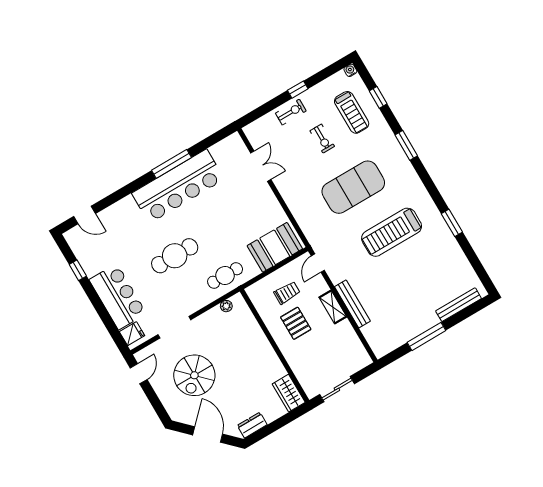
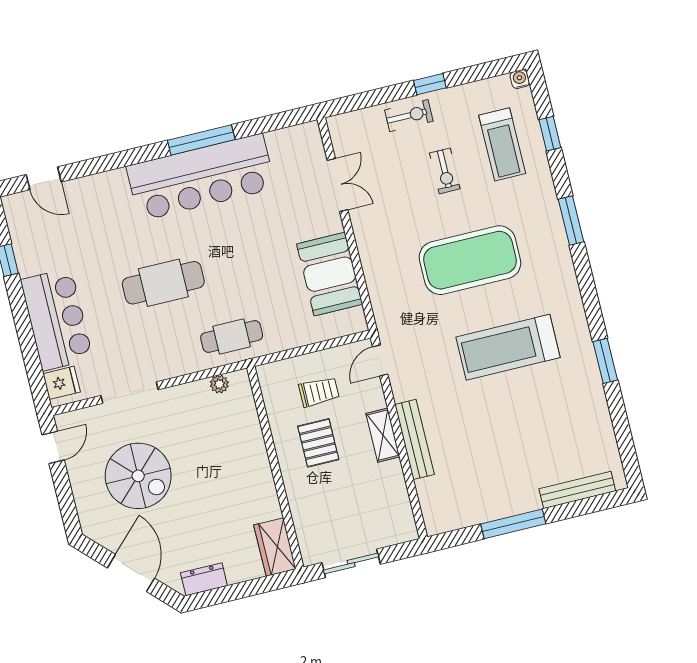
booth: (275, 247) -> (330, 274), moved, turned 90
spiral stairs: (194, 375) -> (138, 476), turned -90

